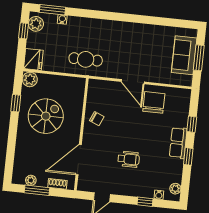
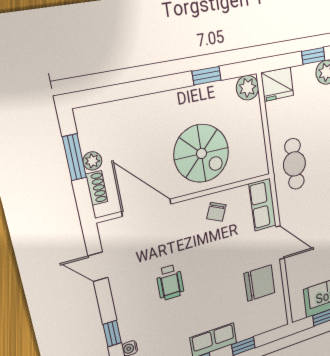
door: (133, 82) -> (280, 243), swing flipped
row of seats: (104, 88) -> (263, 205), added
spiral stairs: (46, 116) -> (202, 153), moved
plant: (31, 180) -> (92, 161), moved

